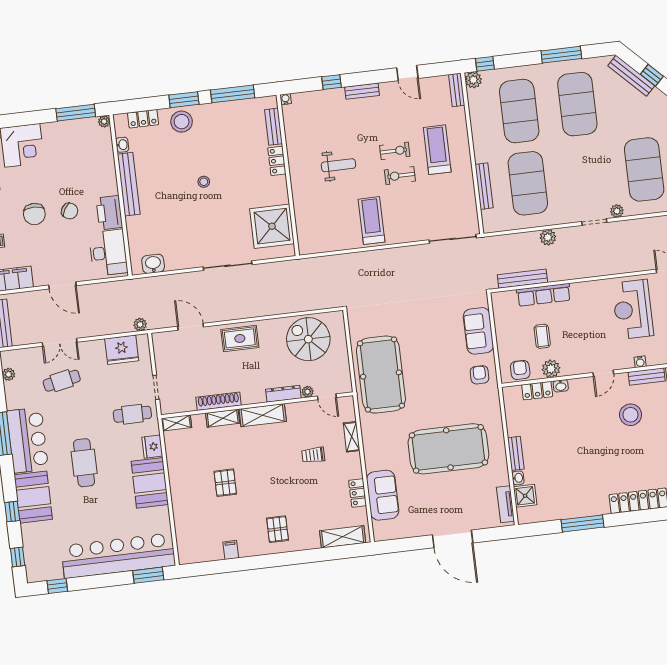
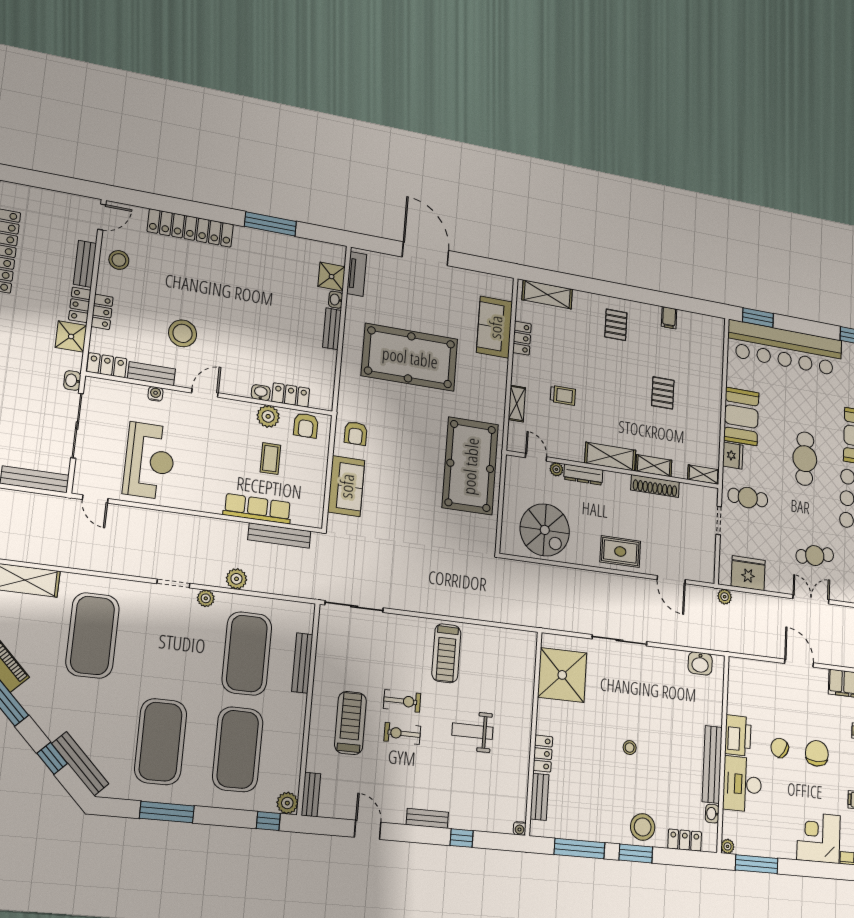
treadmill: (437, 150) -> (350, 723), turned 180
plant: (617, 211) -> (206, 598), moved
desk: (108, 253) -> (742, 784), moved

